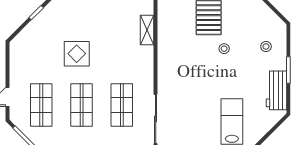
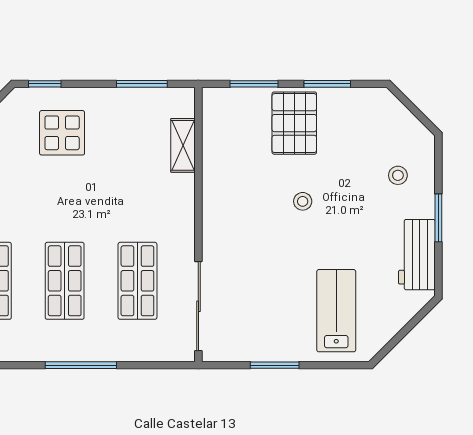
stool: (224, 49) -> (303, 201), moved
display table: (77, 54) -> (62, 133), moved

